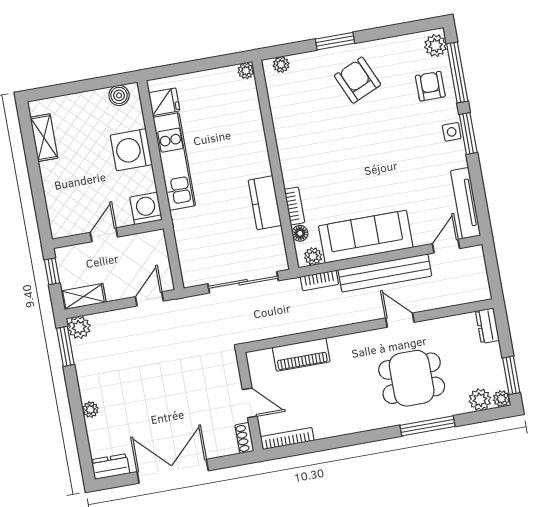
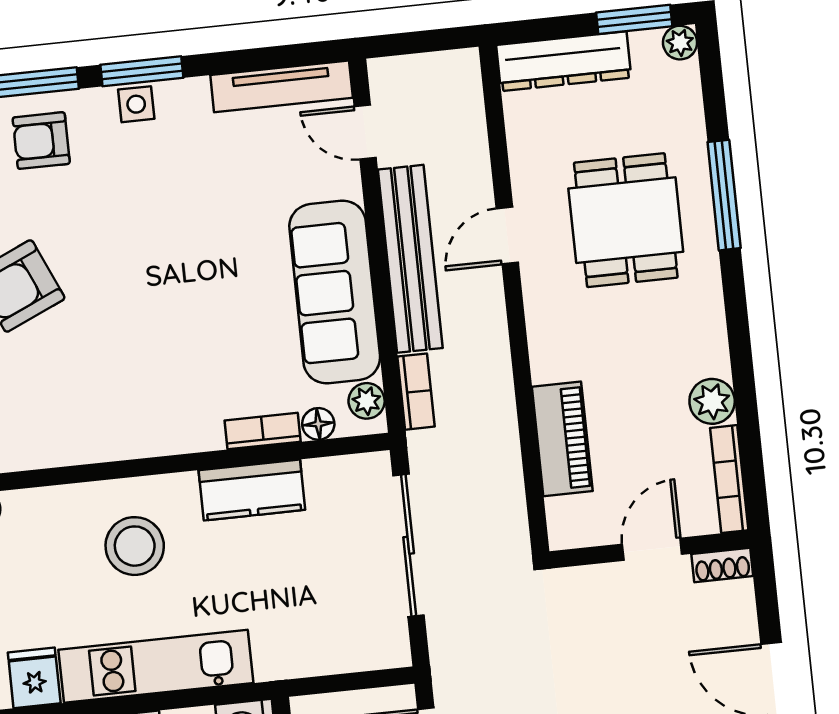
stool: (233, 147) -> (135, 546), added
dresser: (487, 326) -> (564, 61), width x1.96, depth x1.24
plant: (480, 400) -> (712, 401), moved

